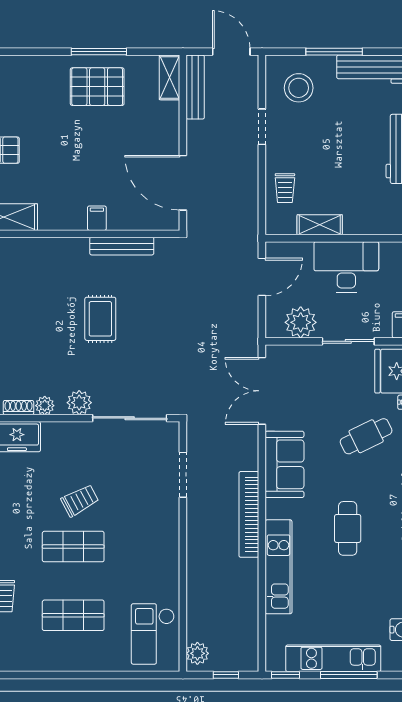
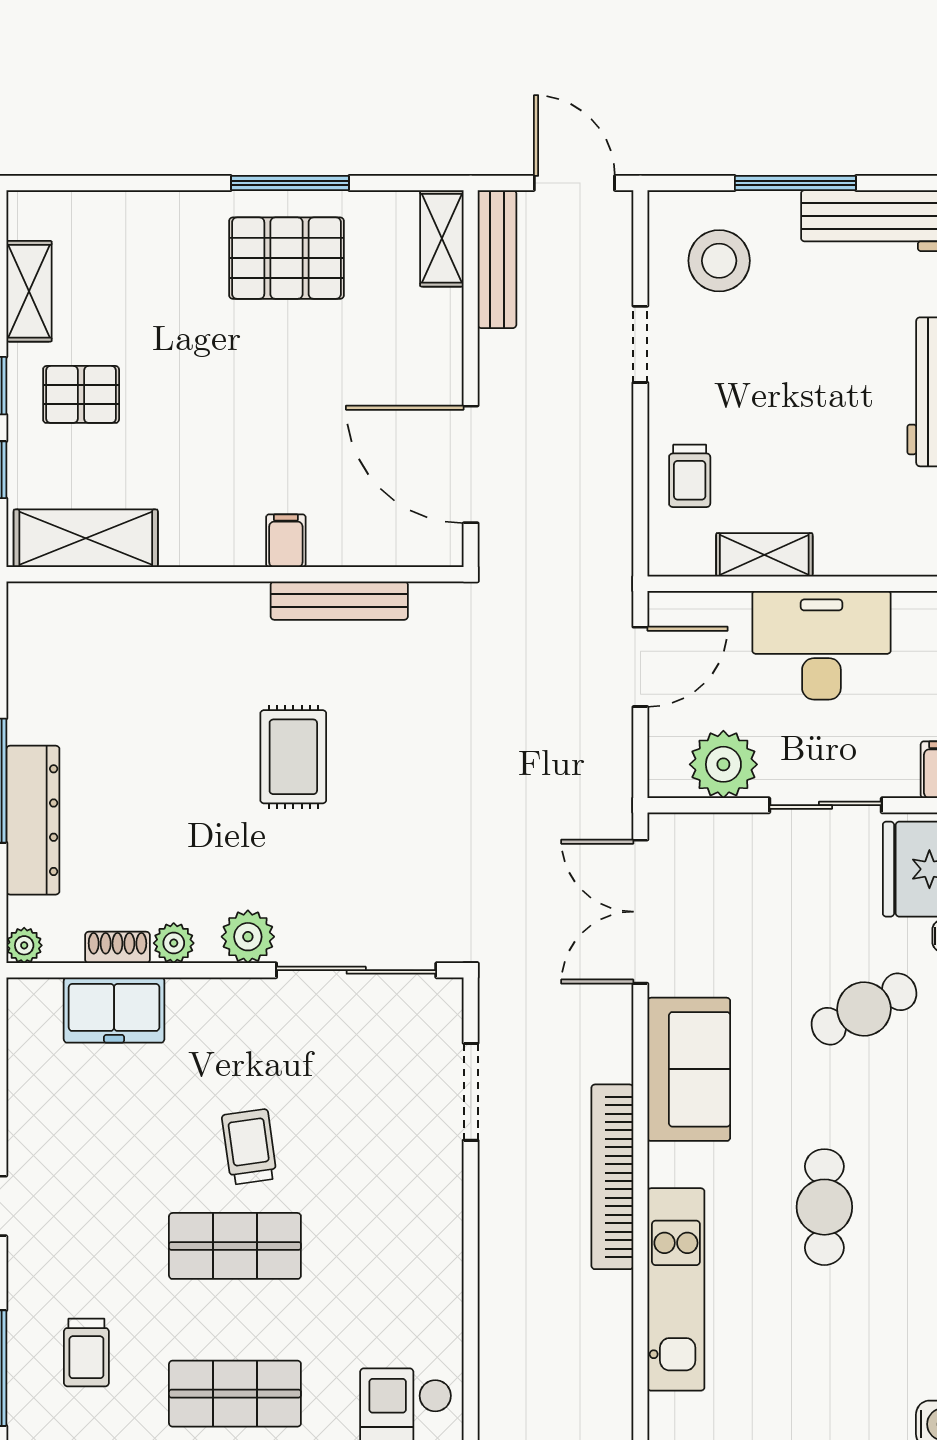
trolley: (80, 500) -> (249, 1147), turned -70

